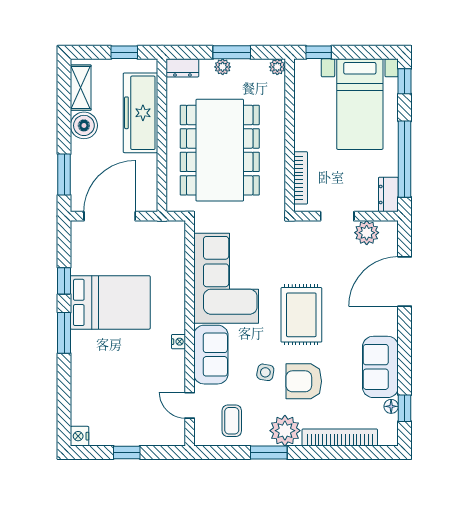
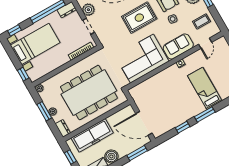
bed: (110, 302) -> (205, 88), moved, width x0.67

